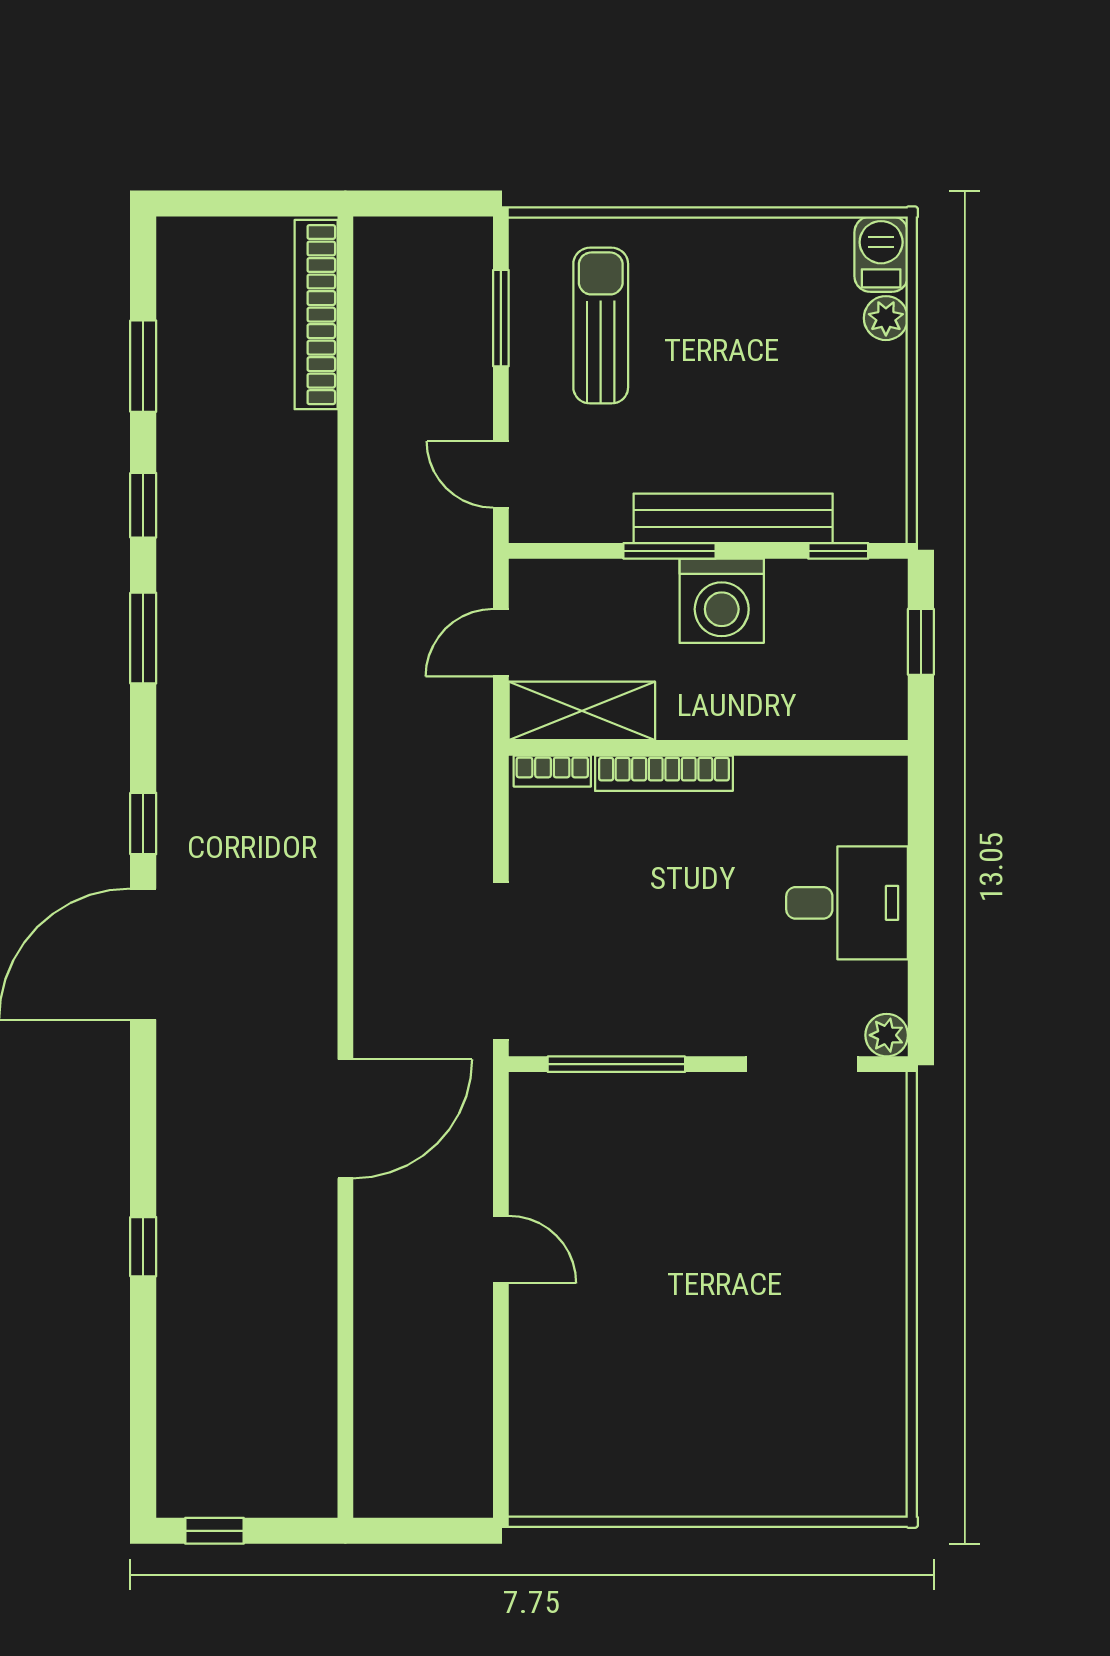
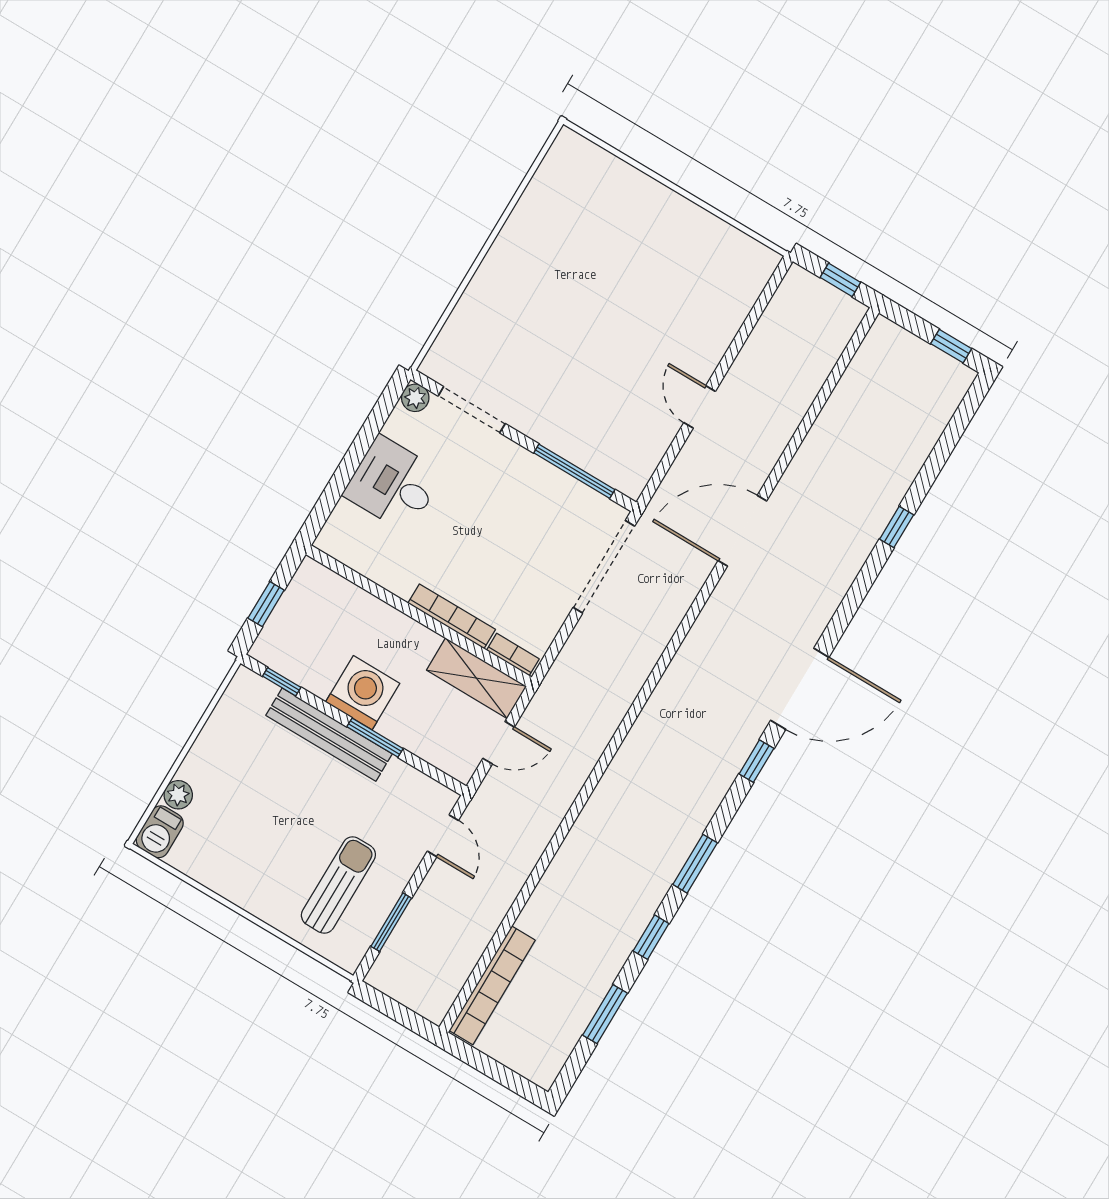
sun lounger: (601, 326) -> (338, 885), turned 180
window: (415, 1531) -> (840, 280), added

